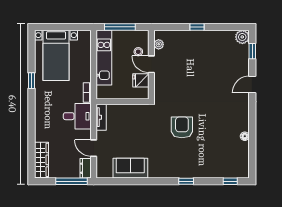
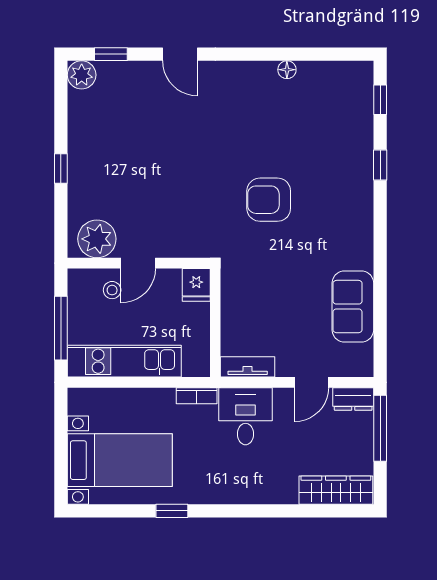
plant: (159, 44) -> (97, 239), width x1.87, depth x1.87
fridge: (141, 80) -> (196, 285), moved
window: (186, 181) -> (380, 165), moved

